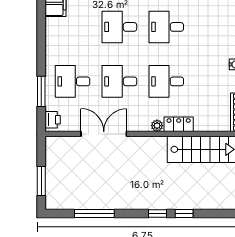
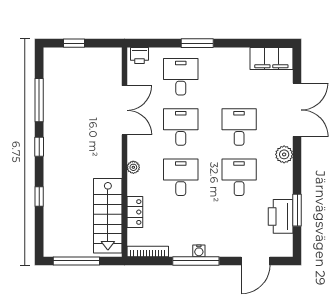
window: (41, 91) -> (197, 43), moved
locker: (179, 124) -> (135, 212), moved
window: (41, 181) -> (74, 43), width x0.67
window: (158, 214) -> (39, 147), moved

